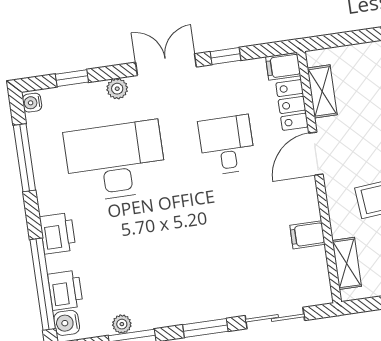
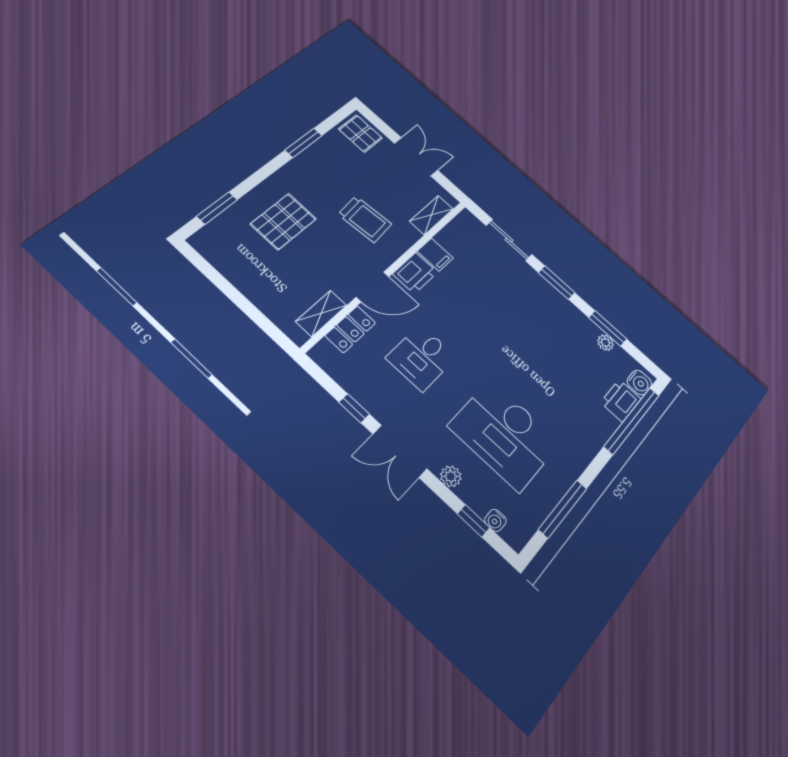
filing cabinet: (283, 66) -> (325, 357), removed
water cooler: (32, 103) -> (495, 520), moved, turned 90
printer: (58, 233) -> (415, 273), moved, turned 180

